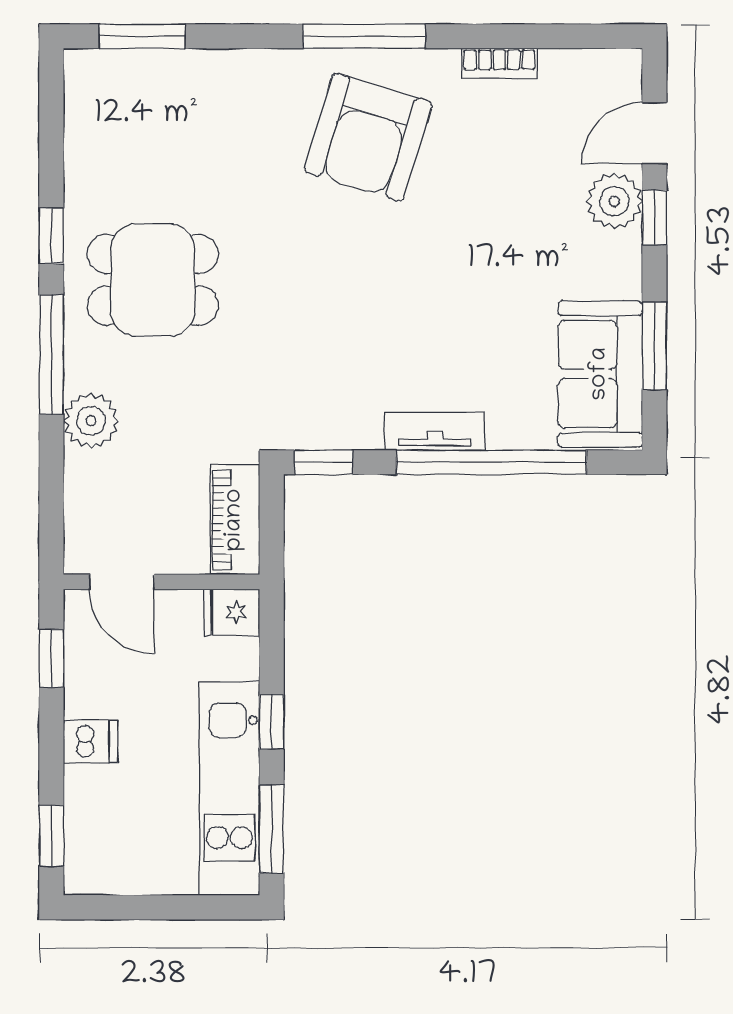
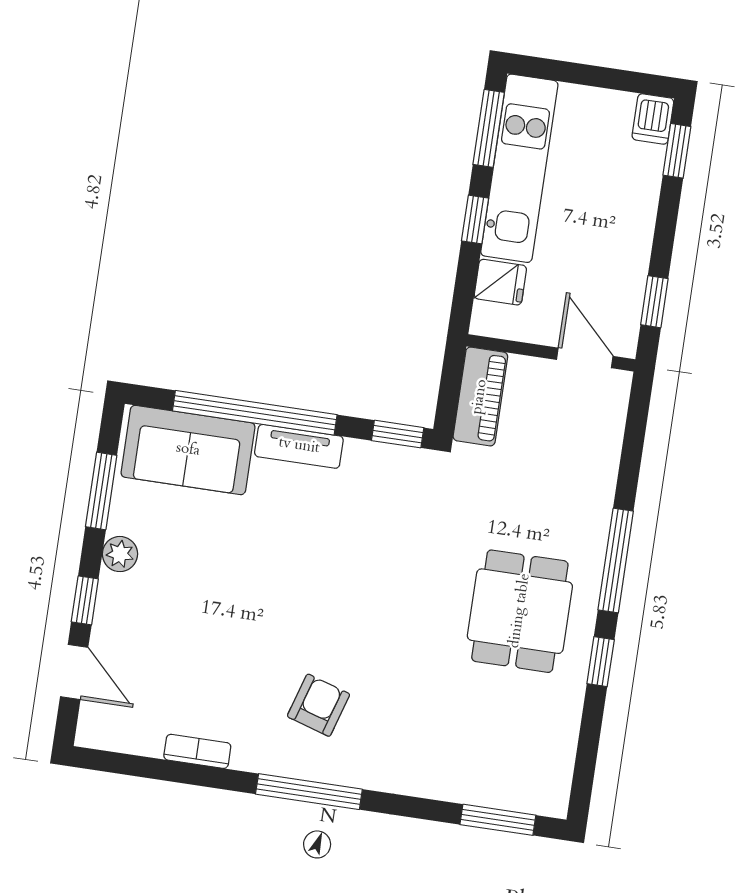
door: (654, 133) -> (74, 672), hinge flipped
armchair: (368, 137) -> (318, 705), width x0.53, depth x0.53
plant: (614, 201) -> (120, 554), moved, width x0.73, depth x0.73
dining table: (153, 280) -> (520, 611), turned 90
sofa: (600, 374) -> (188, 450), moved, turned 90
plant: (91, 421) -> (591, 499), removed
fridge: (232, 612) -> (500, 282), moved
dishwasher: (91, 742) -> (653, 119), moved, turned -90

